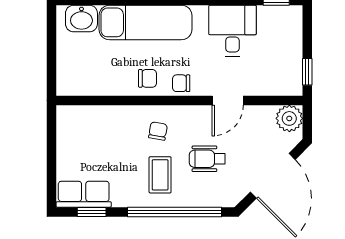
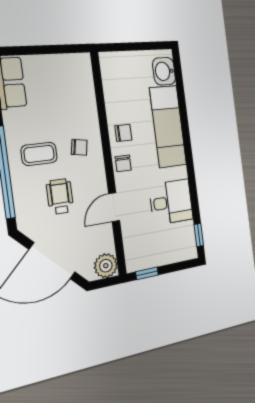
chair: (148, 78) -> (123, 133), turned -90
chair: (181, 83) -> (123, 163), turned 180
door: (228, 100) -> (114, 207), hinge flipped

